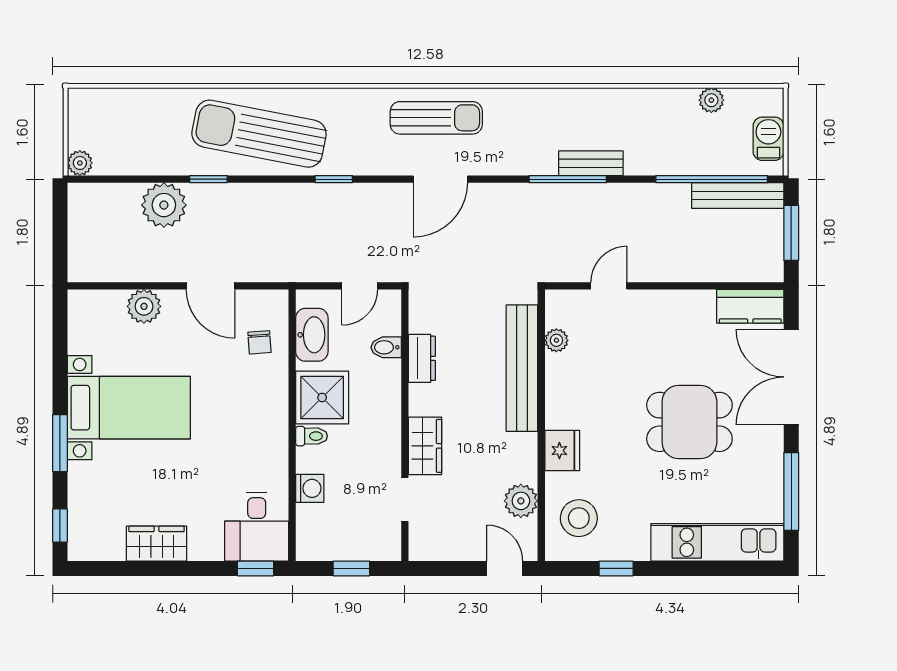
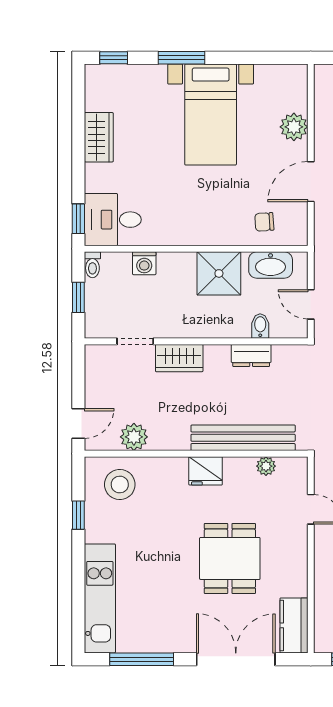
dining table: (689, 422) -> (230, 558), moved
toilet: (312, 436) -> (92, 265), moved
fridge: (562, 451) -> (206, 471), moved

